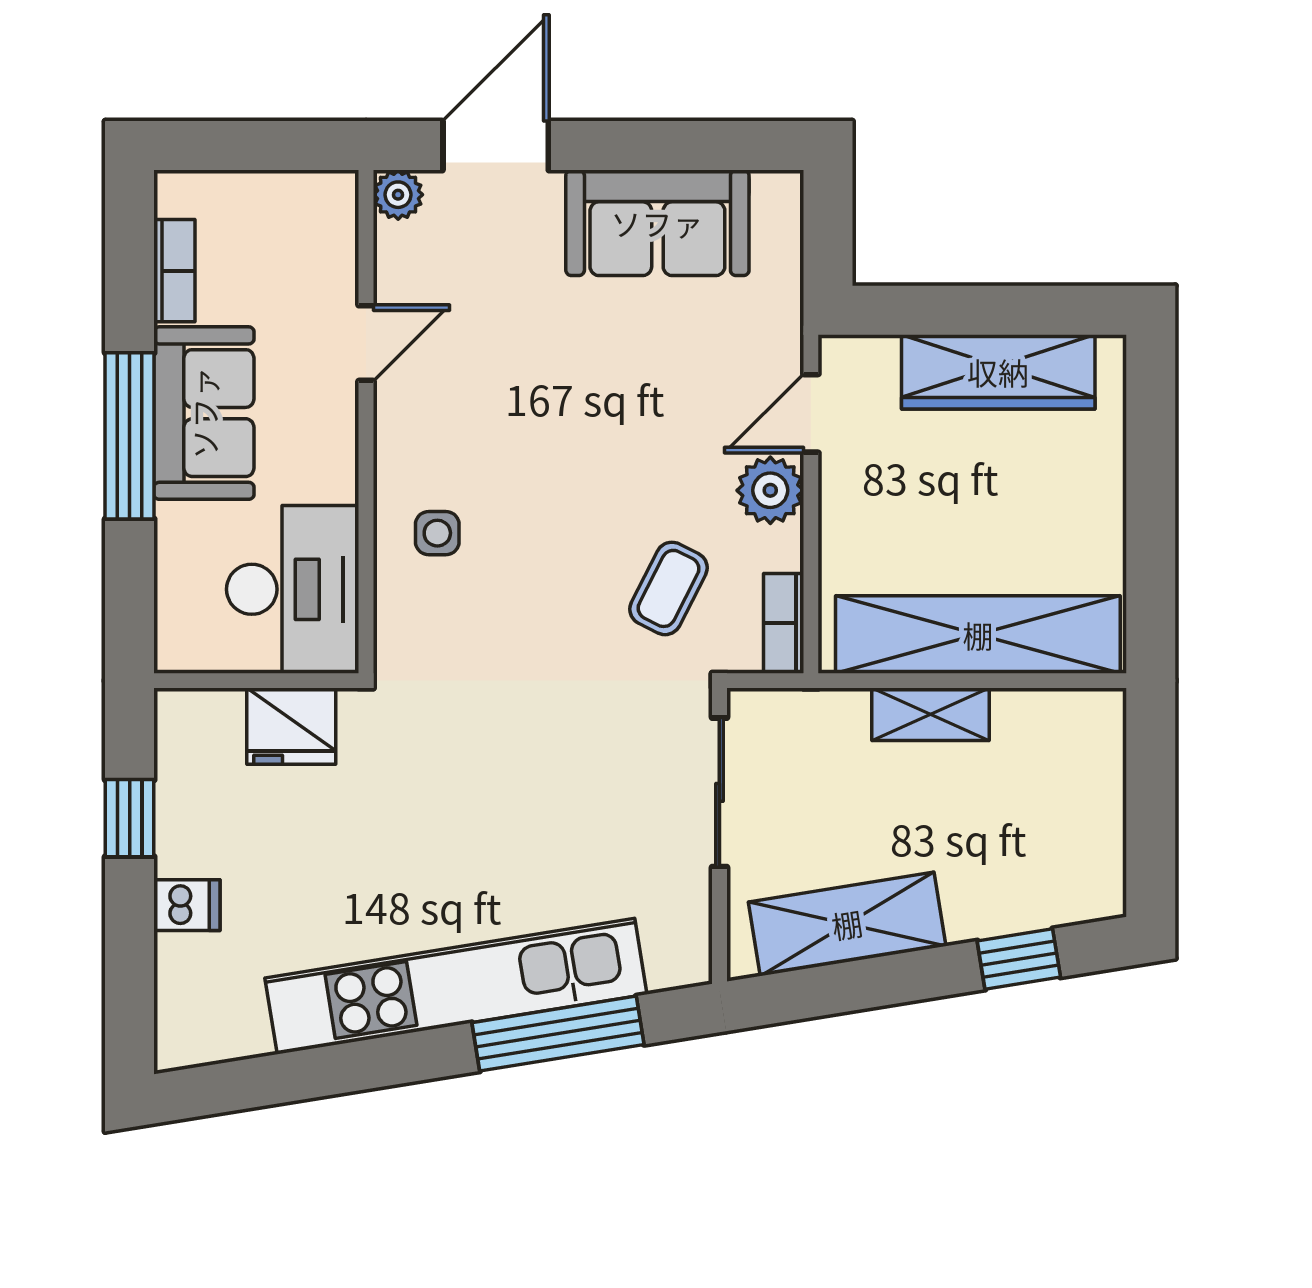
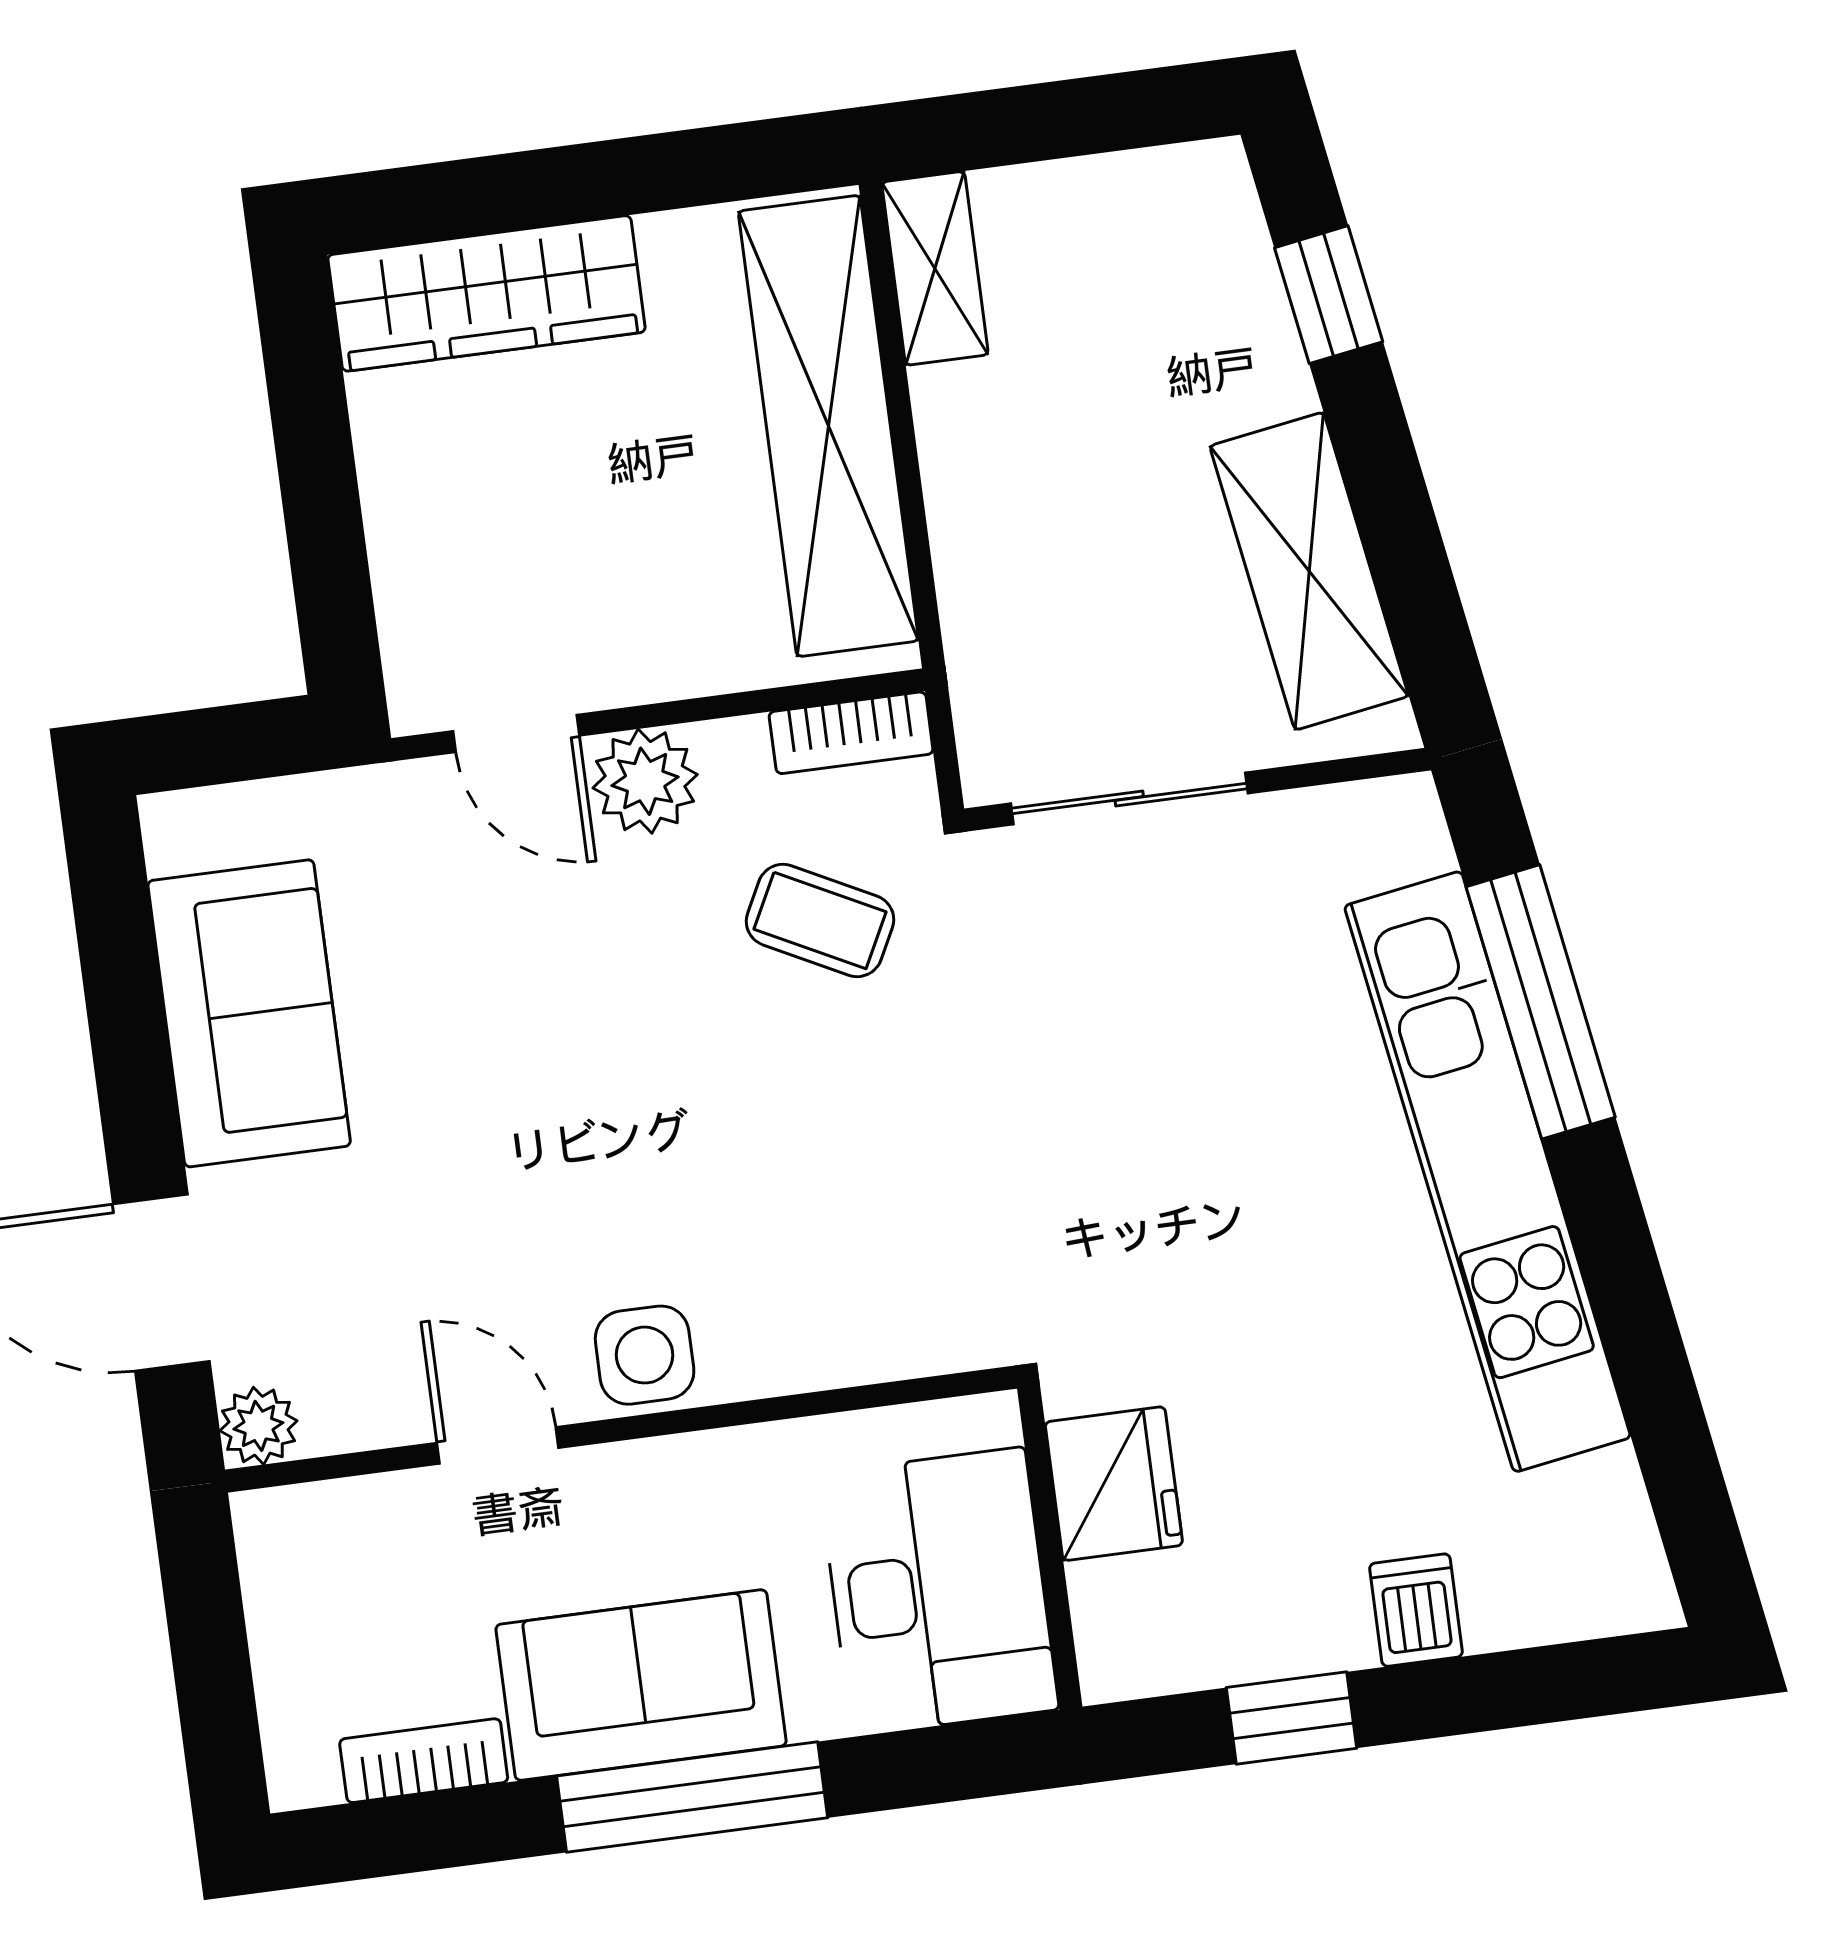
wardrobe: (998, 372) -> (487, 293), moved, turned 90
side table: (437, 533) -> (645, 1355), moved, width x1.37, depth x1.37
desk: (293, 589) -> (938, 1592), moved, turned 90
shelving: (930, 714) -> (935, 268), moved

